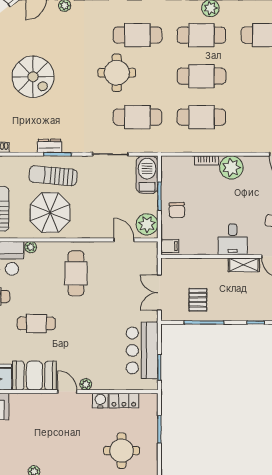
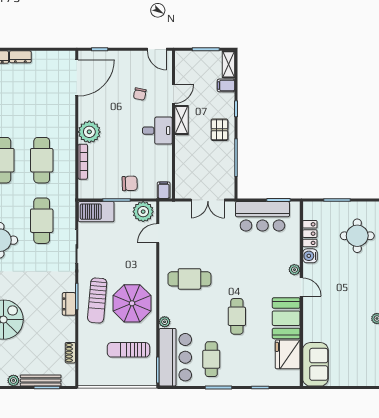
bookcase: (206, 161) -> (83, 162), width x1.56
pallet: (198, 300) -> (219, 130), moved, turned 90
door: (67, 392) -> (301, 287), swing flipped

